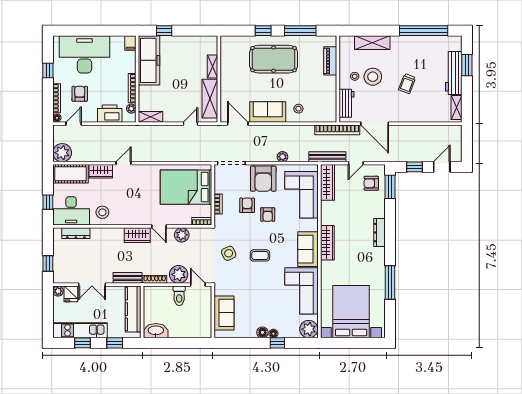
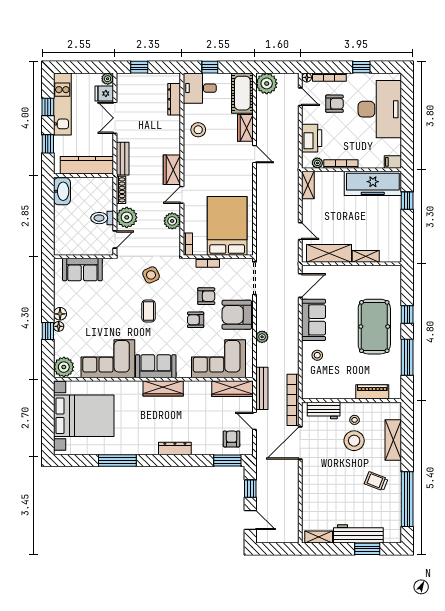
trolley: (407, 84) -> (376, 481), moved
desk: (71, 211) -> (200, 88), width x0.73

